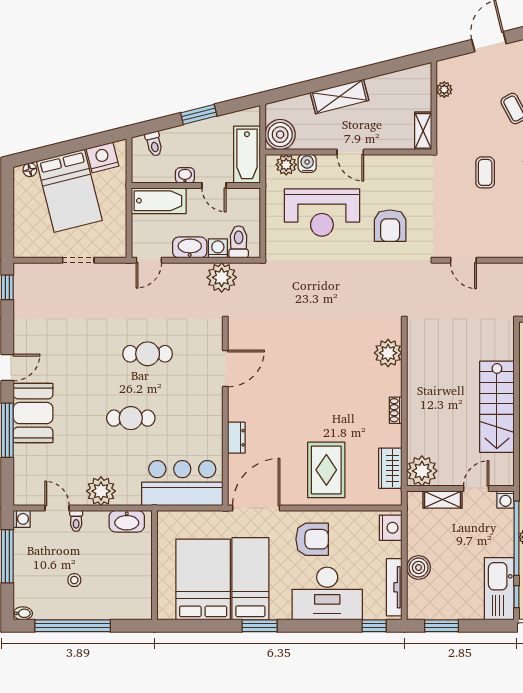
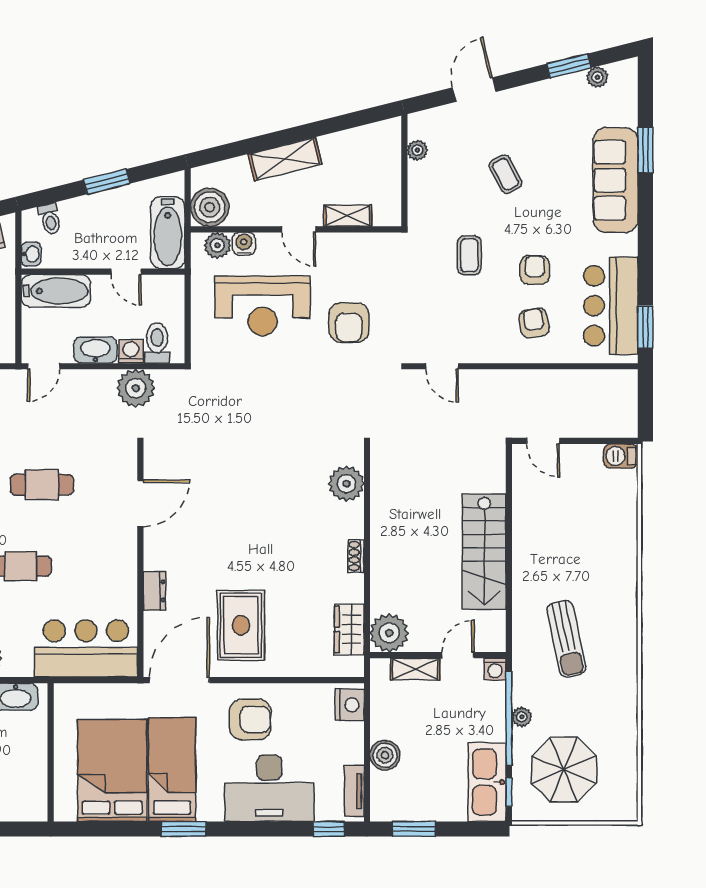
shelving: (423, 131) -> (348, 216), moved, turned 90
washbasin: (185, 175) -> (31, 254), moved, turned 90
rug: (326, 470) -> (241, 625), moved
tv unit: (394, 587) -> (354, 791), width x0.71

